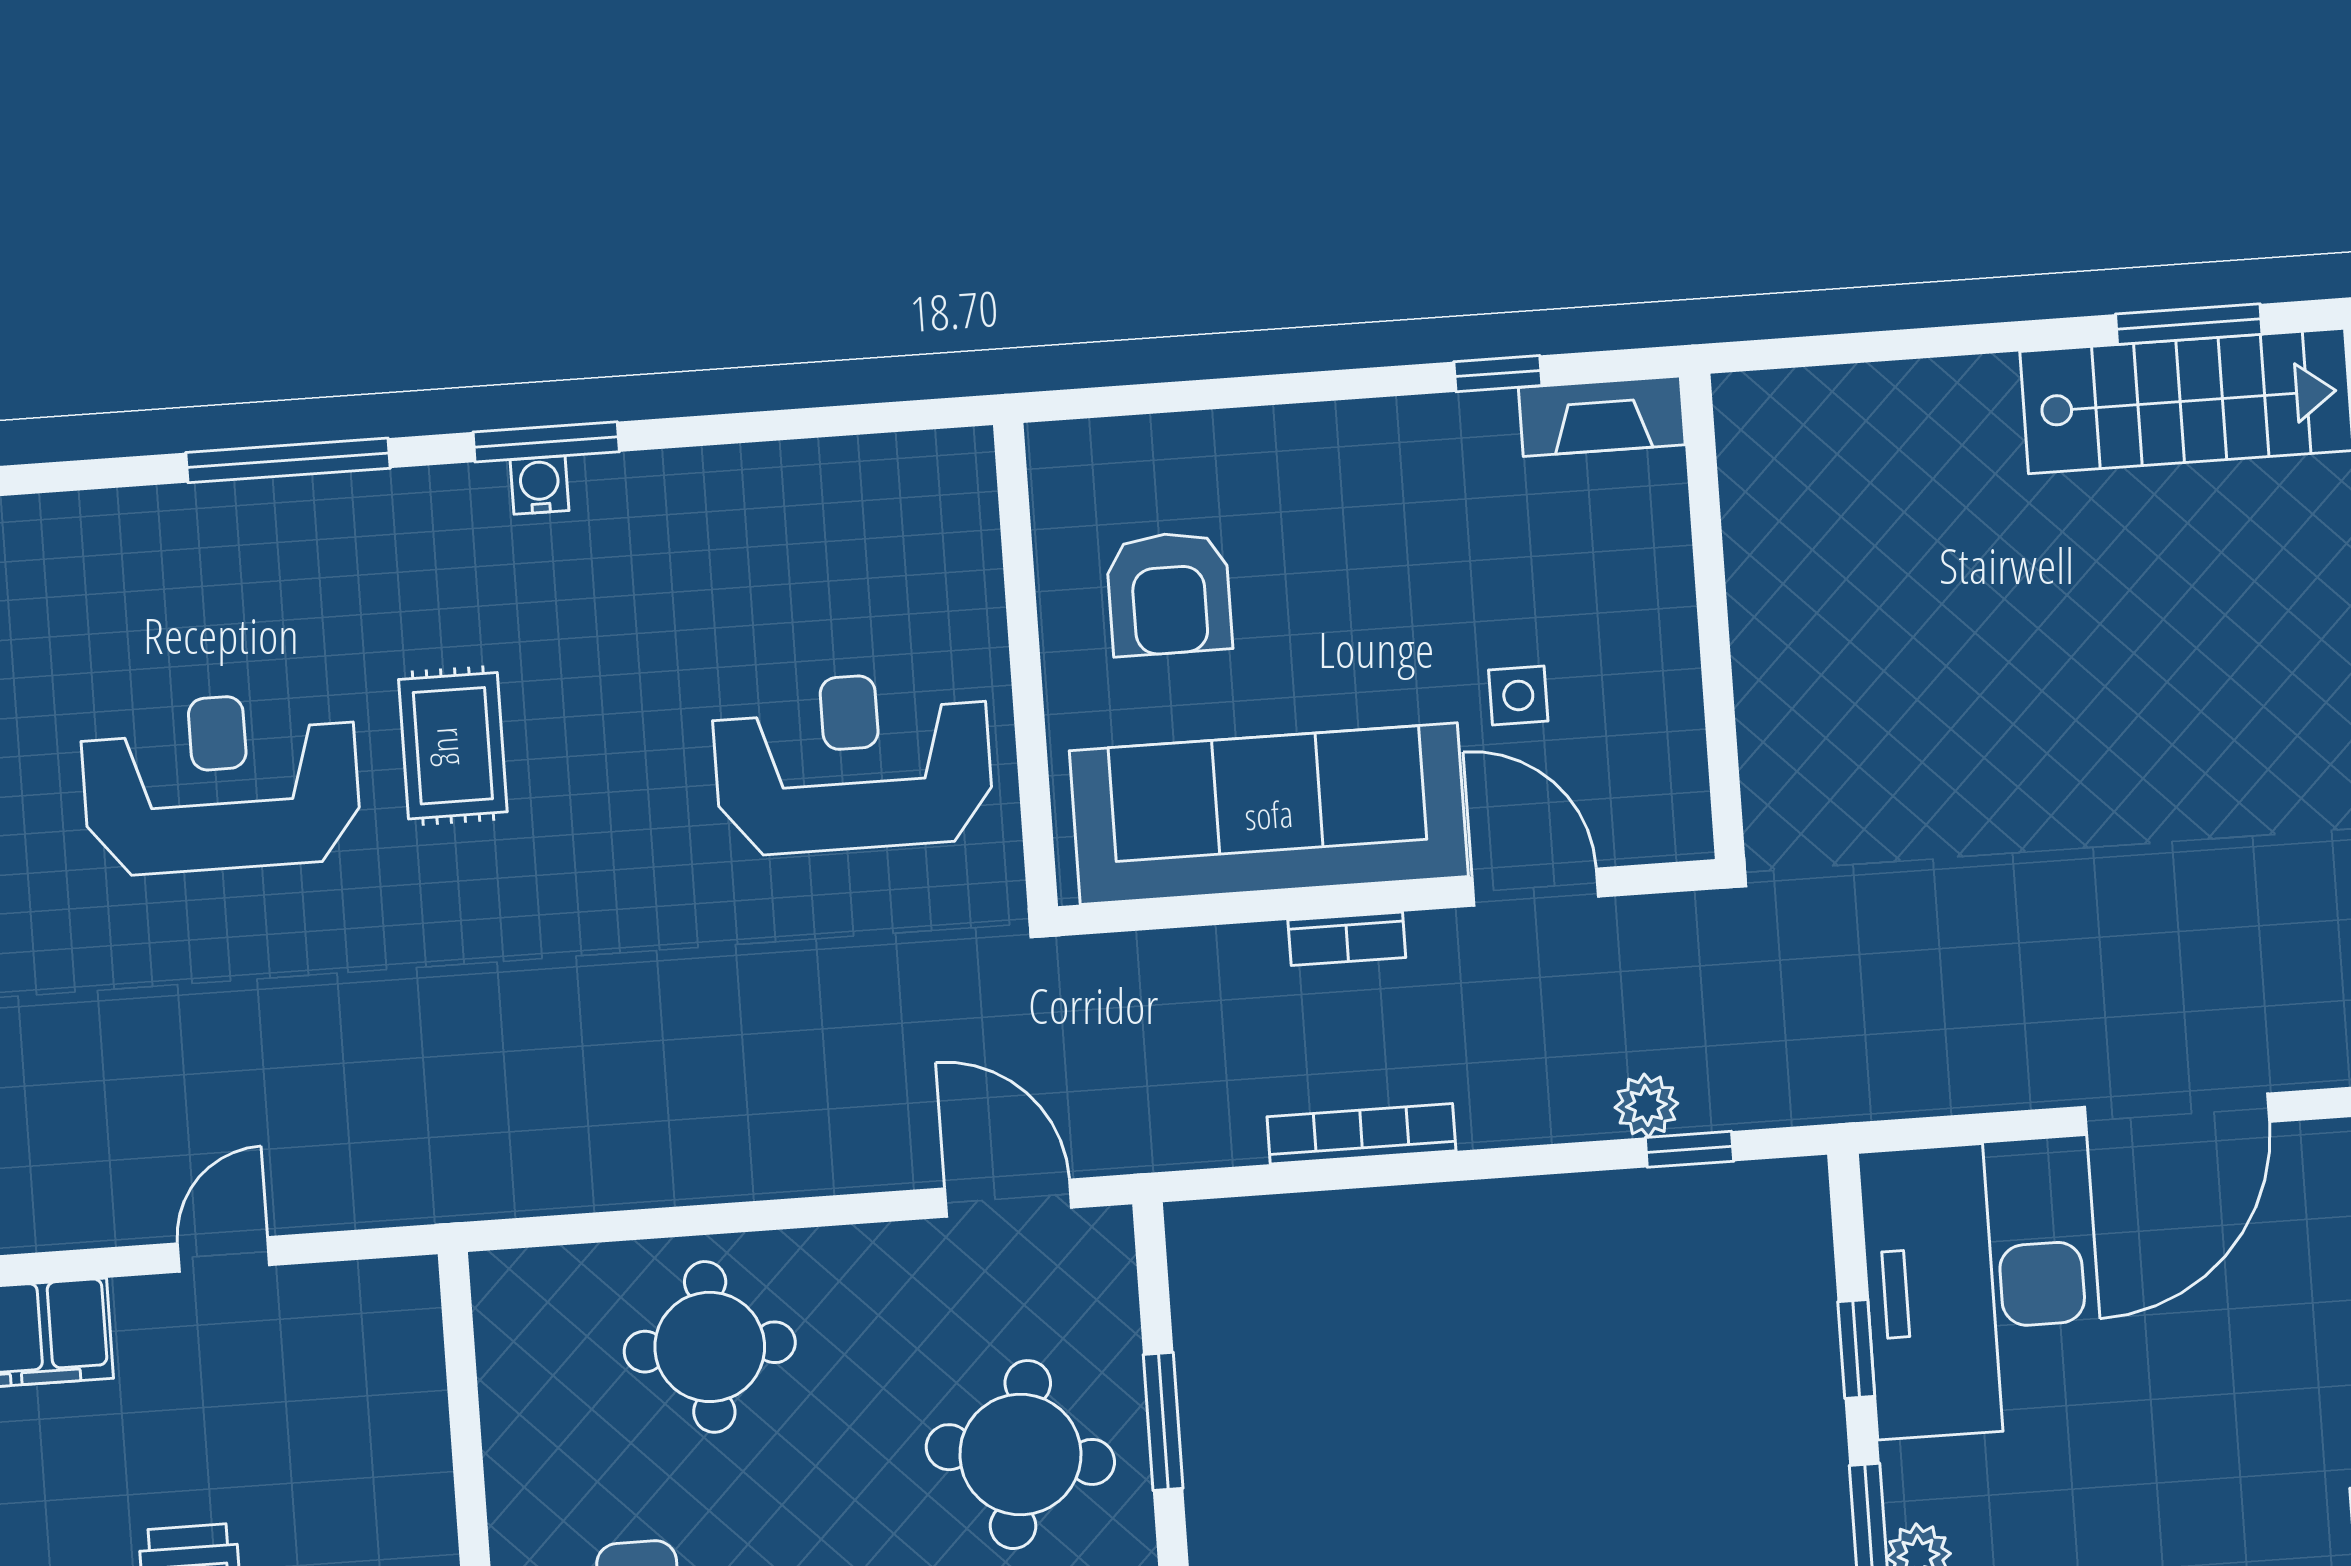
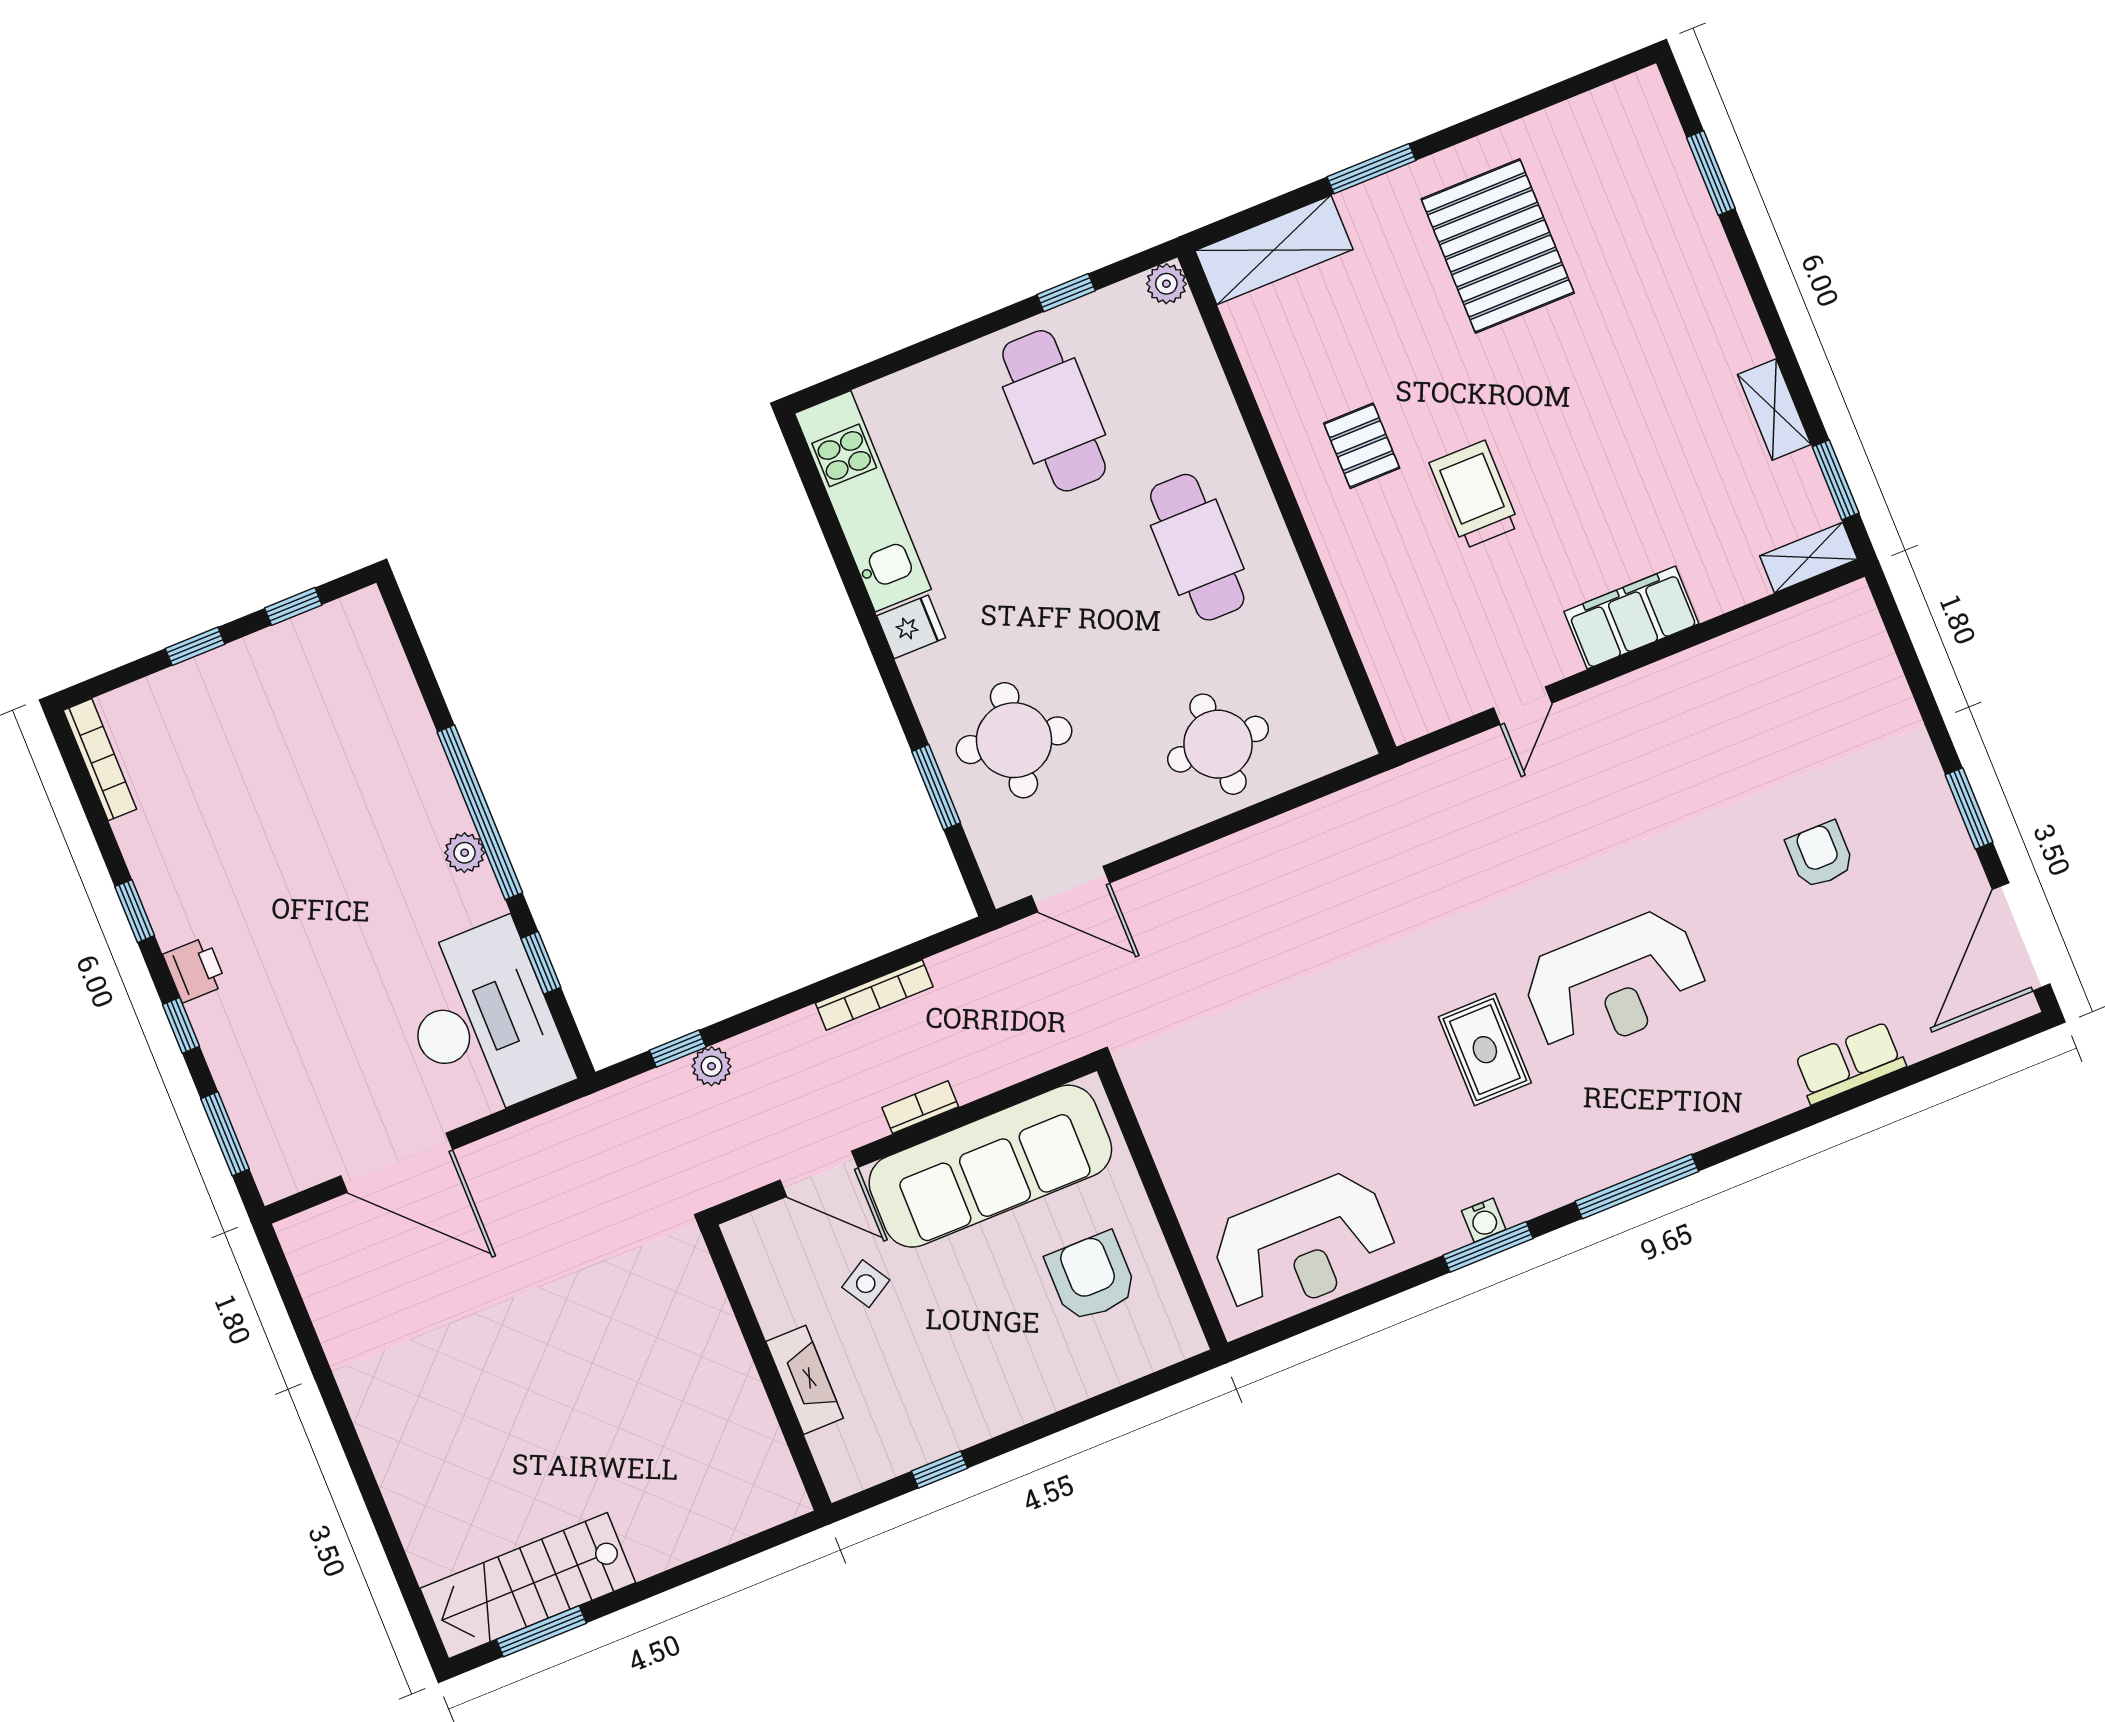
fireplace: (1602, 416) -> (805, 1380), moved, turned 90
side table: (1518, 695) -> (866, 1284), turned -31
reception desk: (853, 762) -> (1304, 1245), moved
door: (2177, 1114) -> (397, 1163), swing flipped

